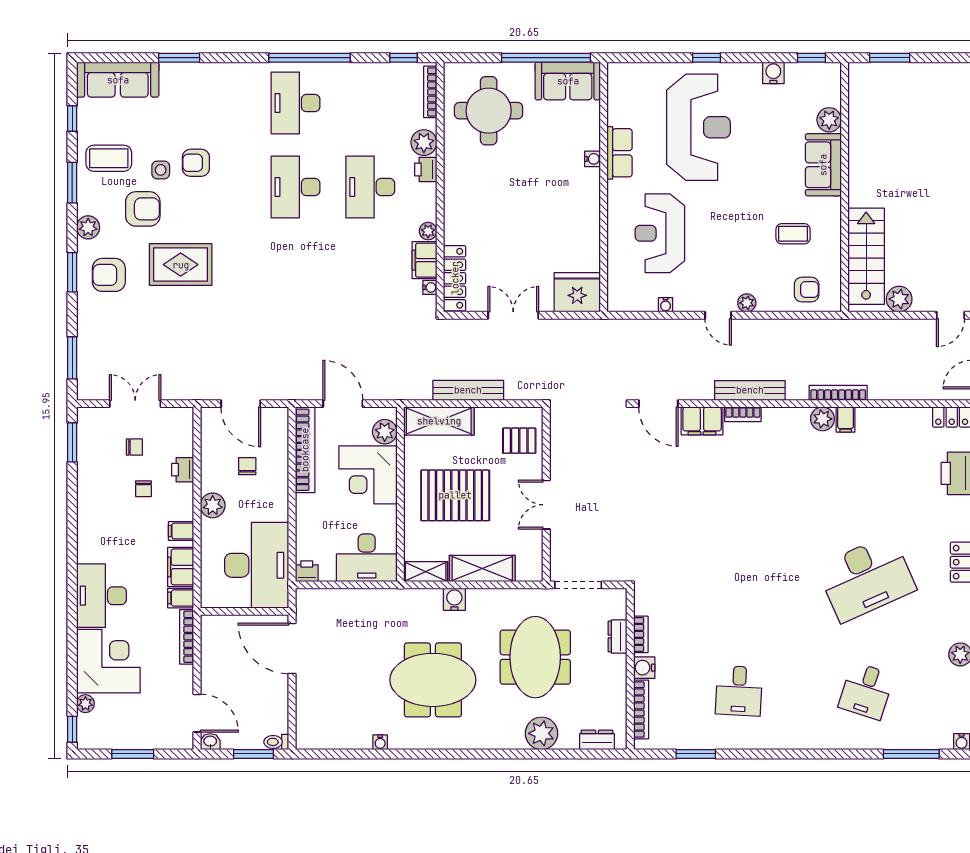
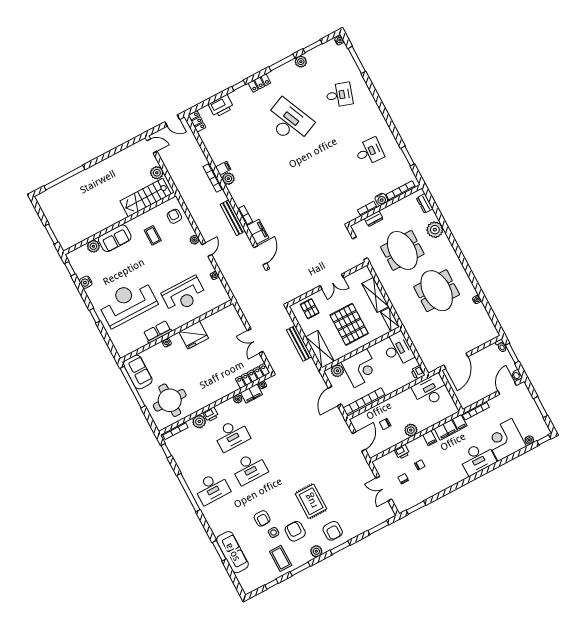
sofa: (118, 80) -> (232, 552), moved
fridge: (577, 292) -> (194, 335), moved, turned -90
desk: (257, 565) -> (431, 390), width x0.73, depth x0.77
water cooler: (454, 599) -> (396, 300), removed
meeting table: (535, 657) -> (402, 250), turned 90

